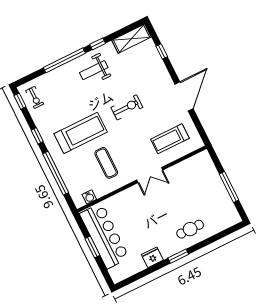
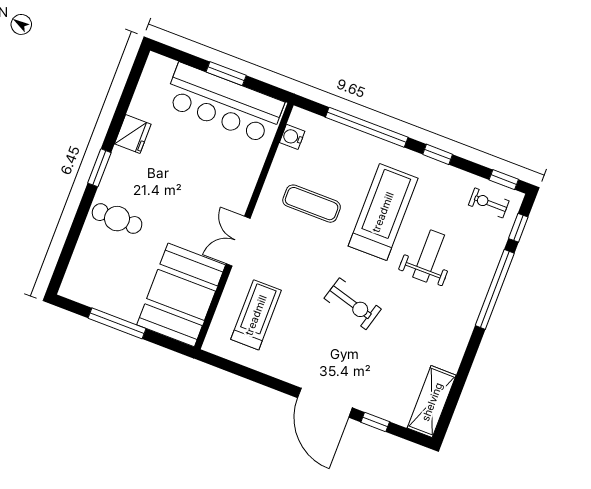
window: (98, 44) -> (518, 228), moved
weight bench: (94, 70) -> (429, 256), moved
door: (184, 96) -> (325, 403), moved
exercise bike: (127, 107) -> (353, 304), turned -74
treadmill: (81, 133) -> (383, 212), turned 180
booth: (193, 175) -> (181, 295), added
cafe table: (190, 229) -> (117, 219), turned 90

